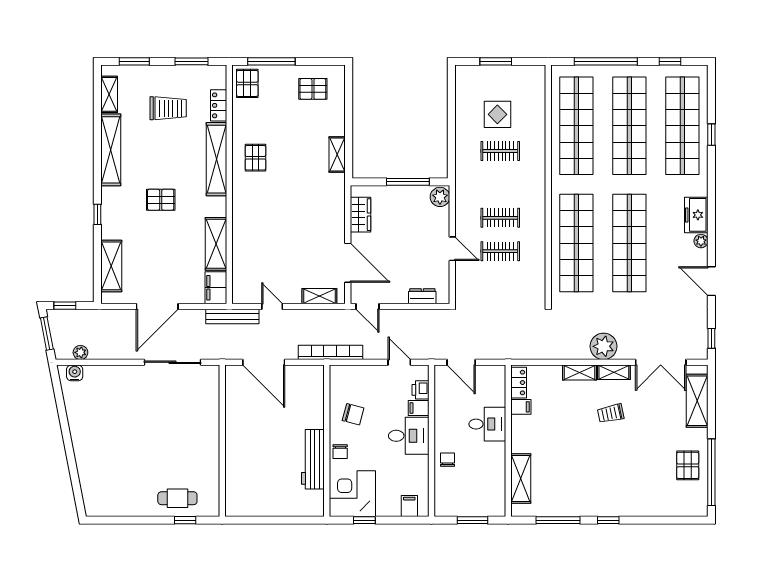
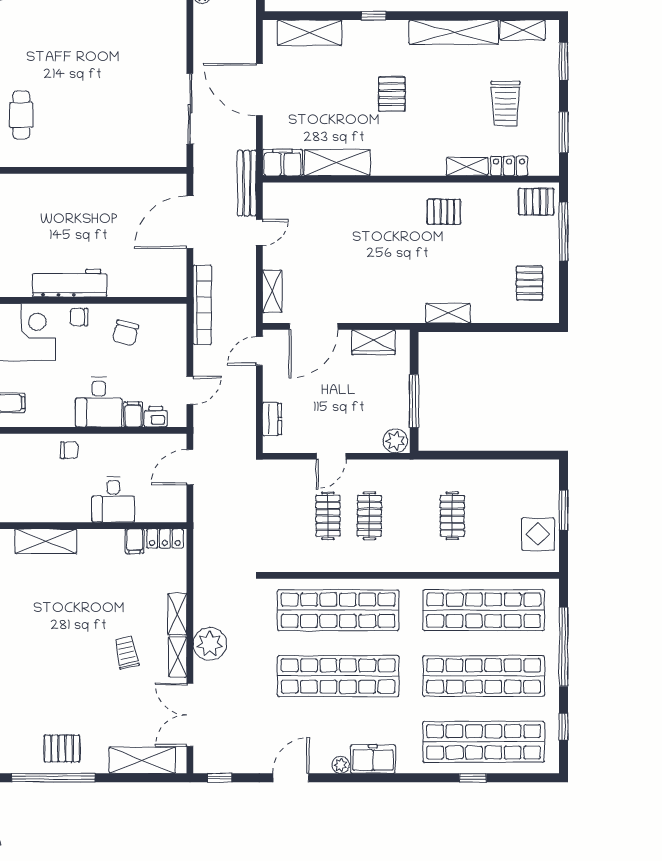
display table: (497, 114) -> (538, 534), moved
shelving: (217, 159) -> (467, 167), width x0.45, depth x0.75

